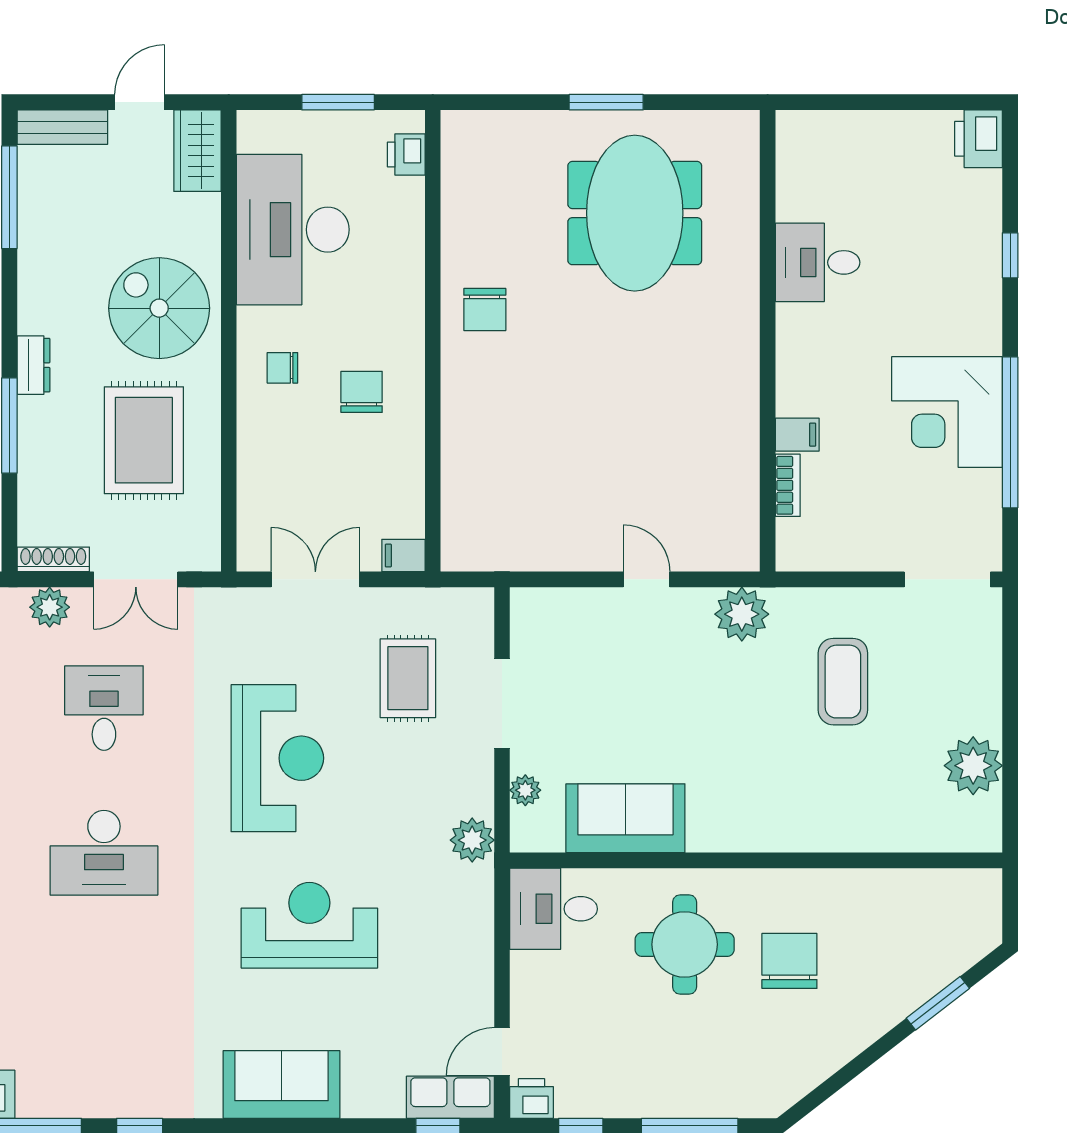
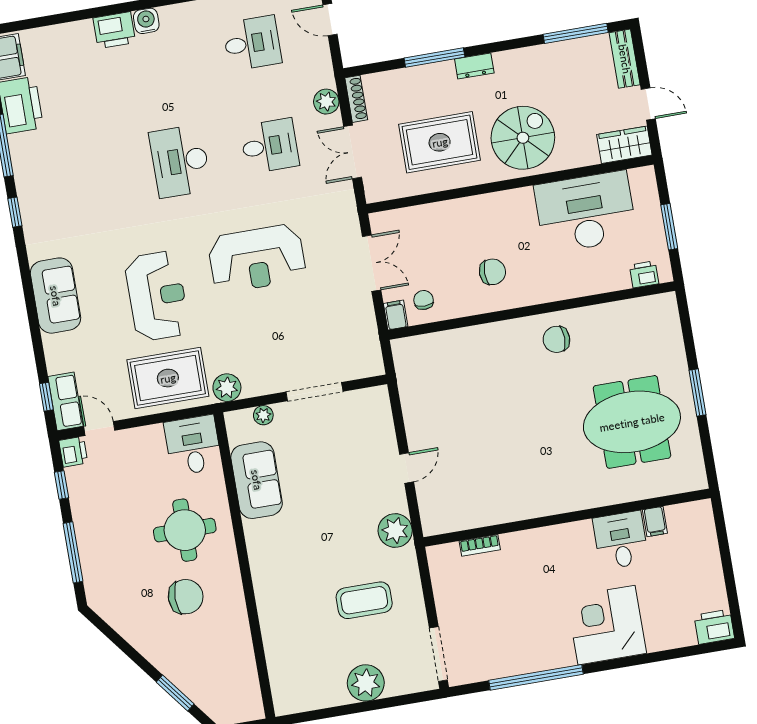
window: (1010, 255) -> (646, 659), removed
chair: (282, 368) -> (424, 300), moved
corner desk: (947, 412) -> (606, 625), moved
filing cabinet: (797, 435) -> (655, 521), moved
rug: (408, 678) -> (168, 378), moved, width x1.36, depth x1.43
plant: (973, 766) -> (366, 683), moved

